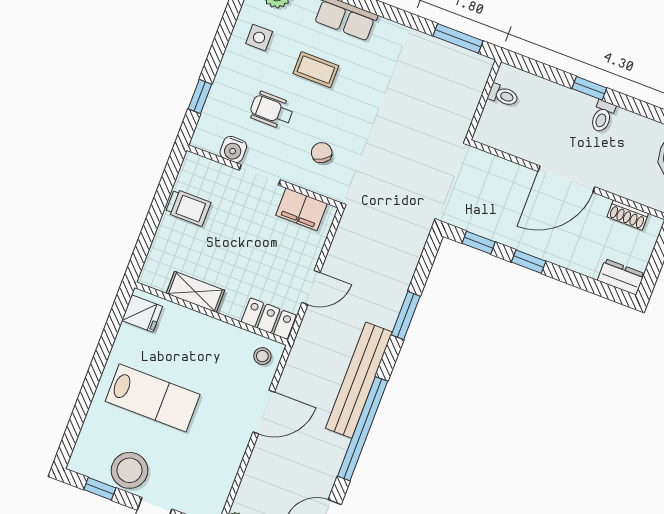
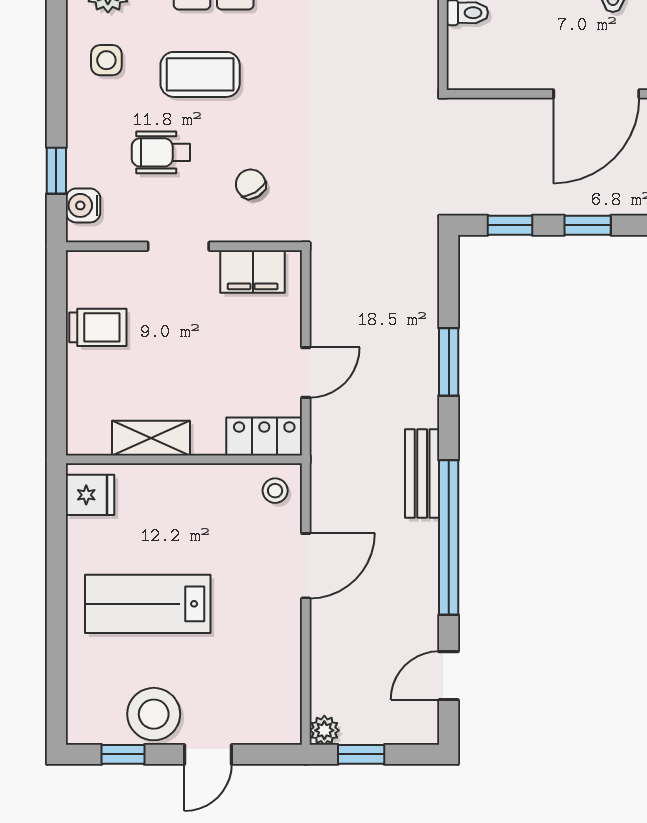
coffee table: (316, 70) -> (200, 74), width x1.36, depth x1.30
water cooler: (233, 149) -> (83, 205), moved, turned 90
bench: (359, 380) -> (422, 474), width x0.54, depth x0.82
lab bench: (153, 398) -> (148, 604), turned 180

